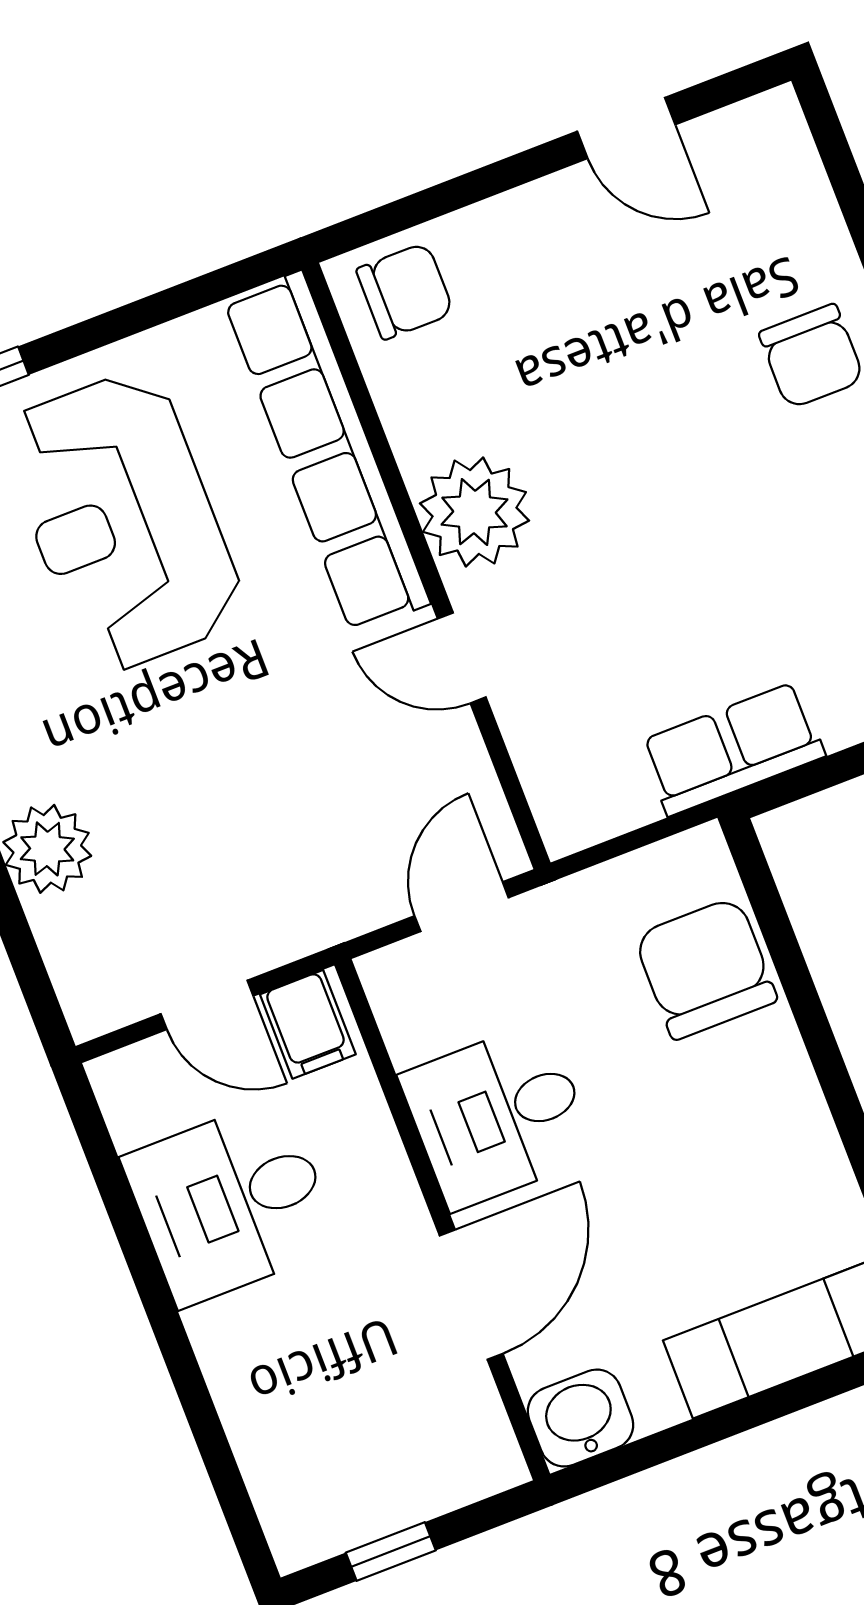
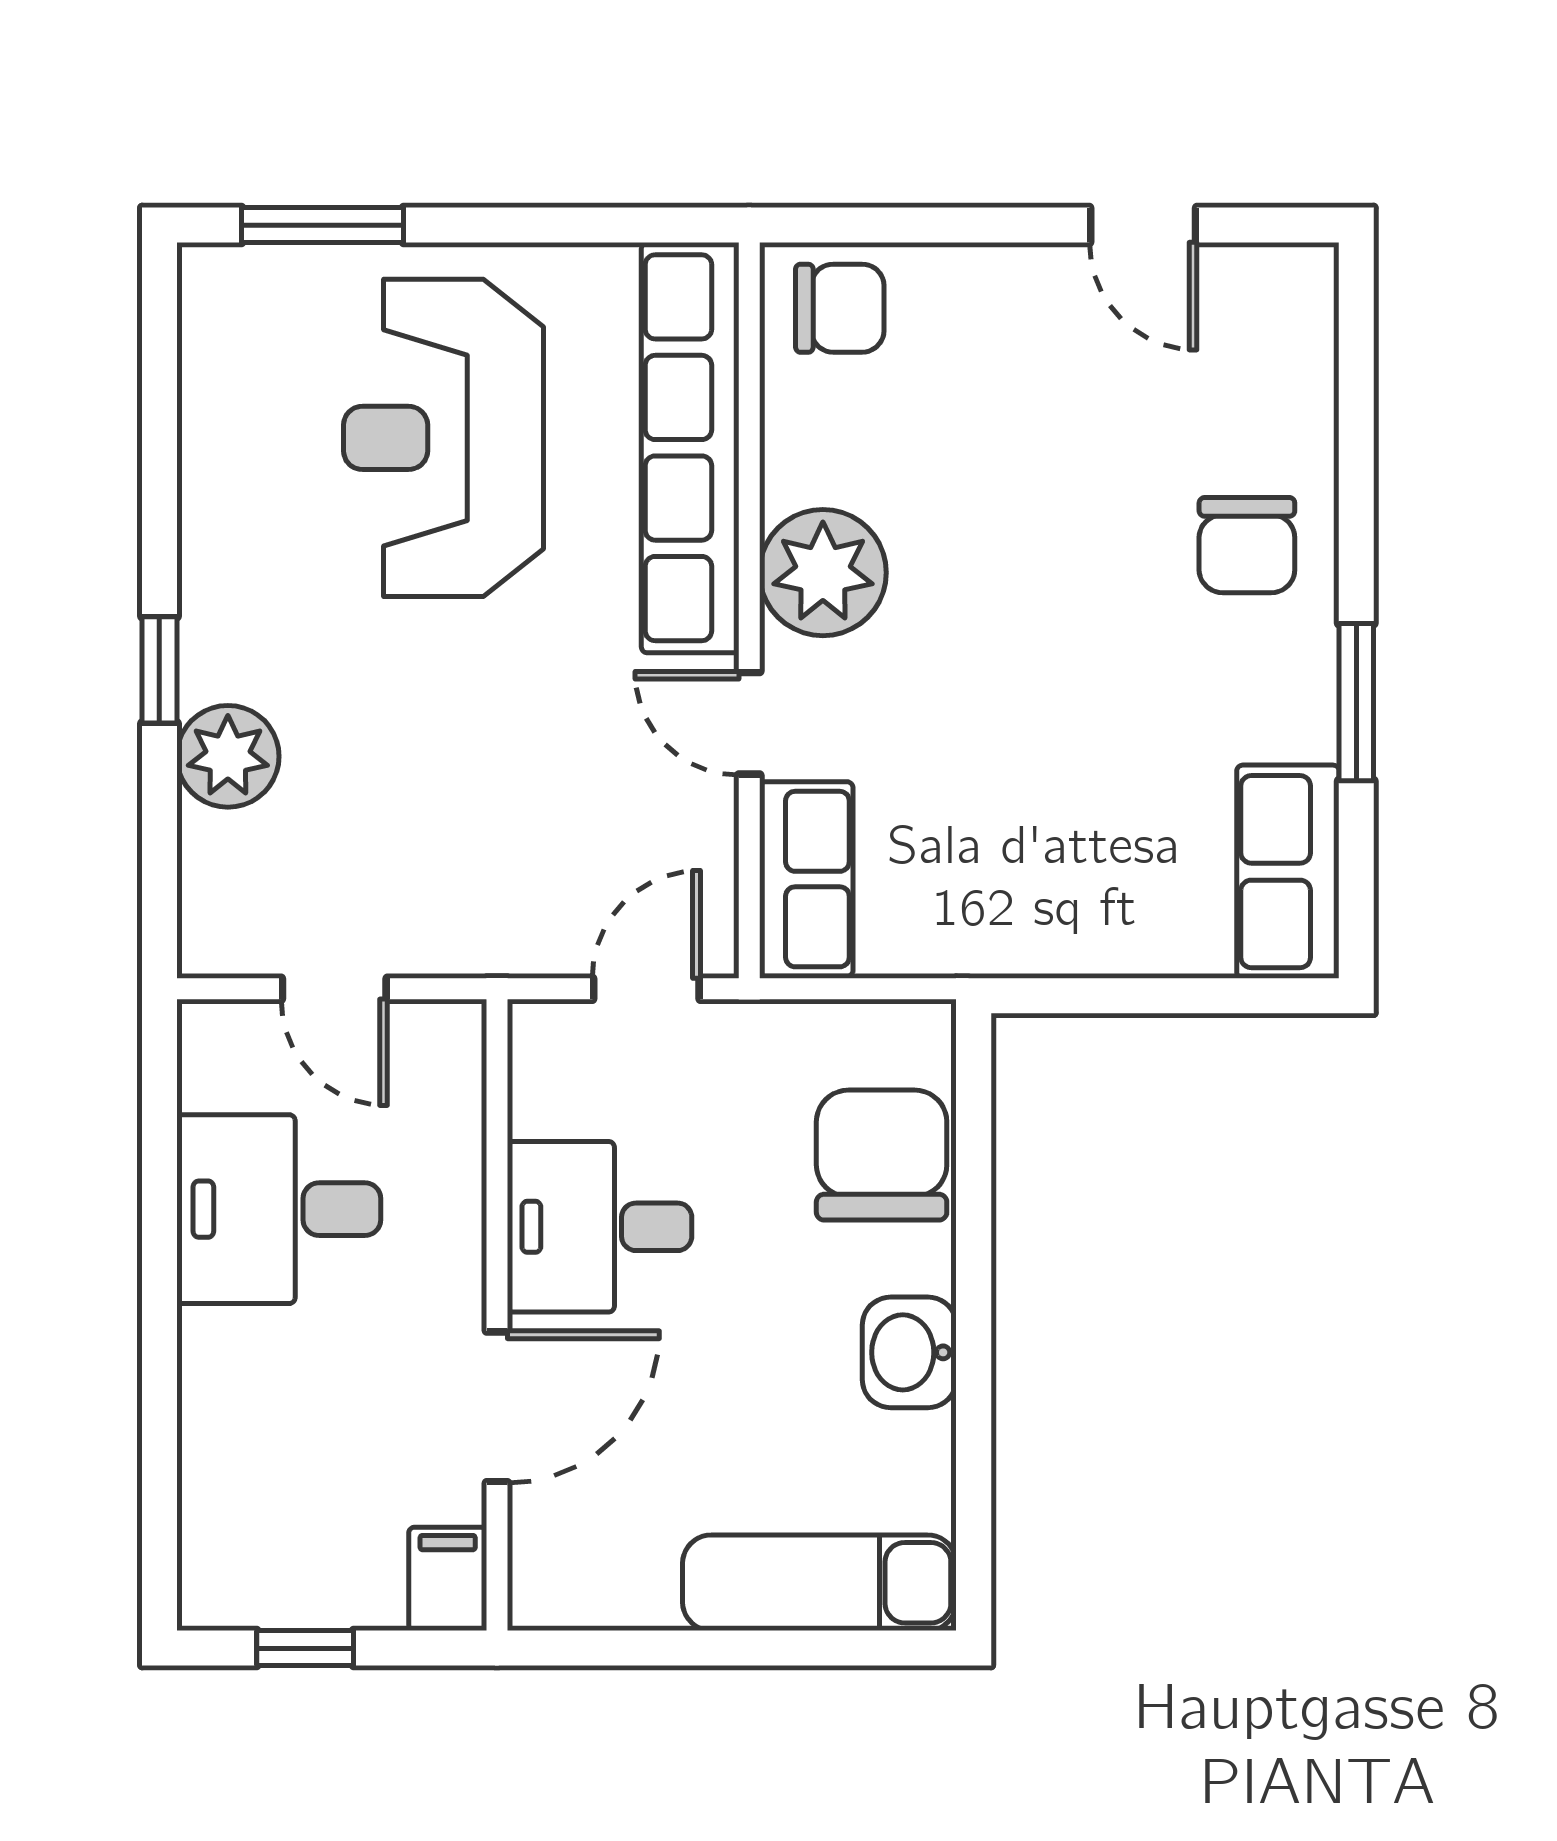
row of seats: (732, 749) -> (806, 879), moved, turned 90
filing cabinet: (308, 1024) -> (448, 1579), moved, turned 180
washbasin: (581, 1418) -> (909, 1352), moved, turned -90

